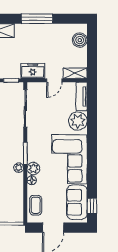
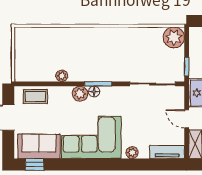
plant: (78, 121) -> (132, 153), width x0.53, depth x0.53
plant: (19, 168) -> (62, 76), moved
floor lamp: (32, 180) -> (94, 92), moved

